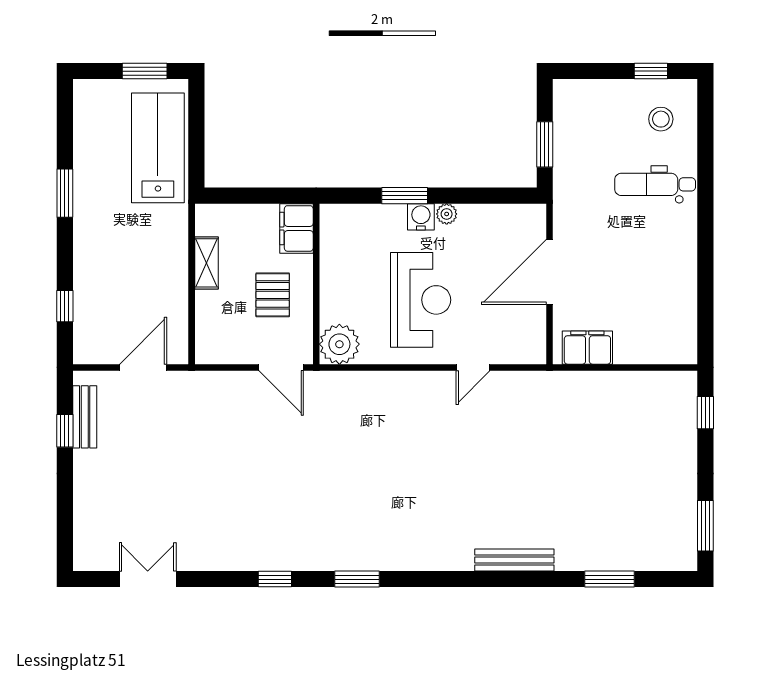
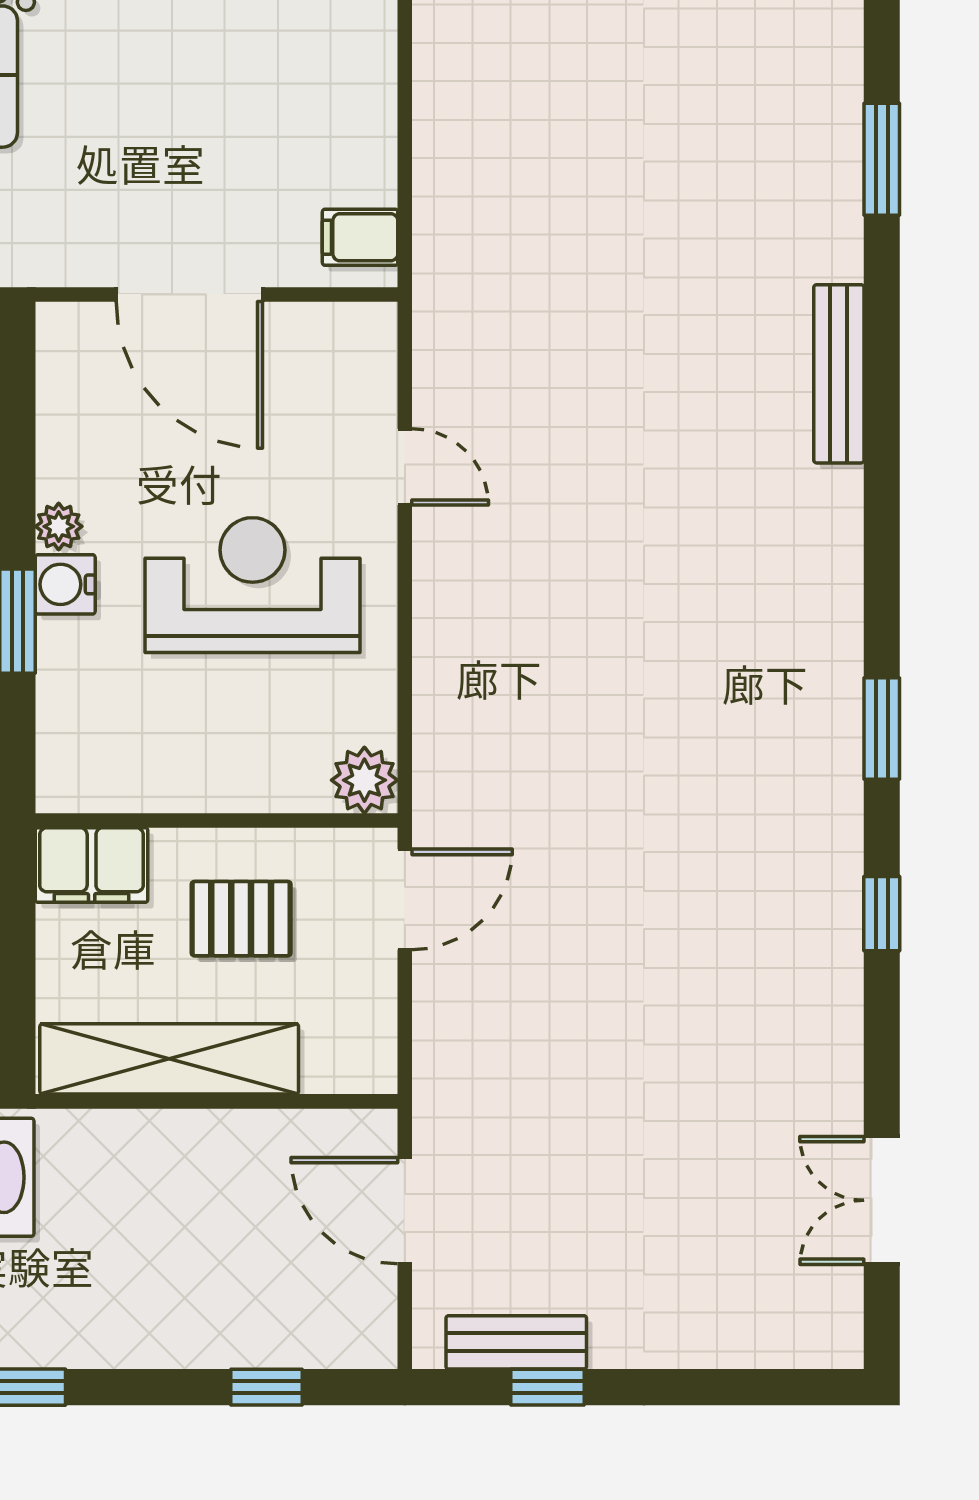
shelving: (206, 263) -> (169, 1059), width x2.20, depth x1.33
plant: (339, 344) -> (364, 780), width x0.73, depth x0.73
filing cabinet: (587, 348) -> (360, 237), width x0.50

